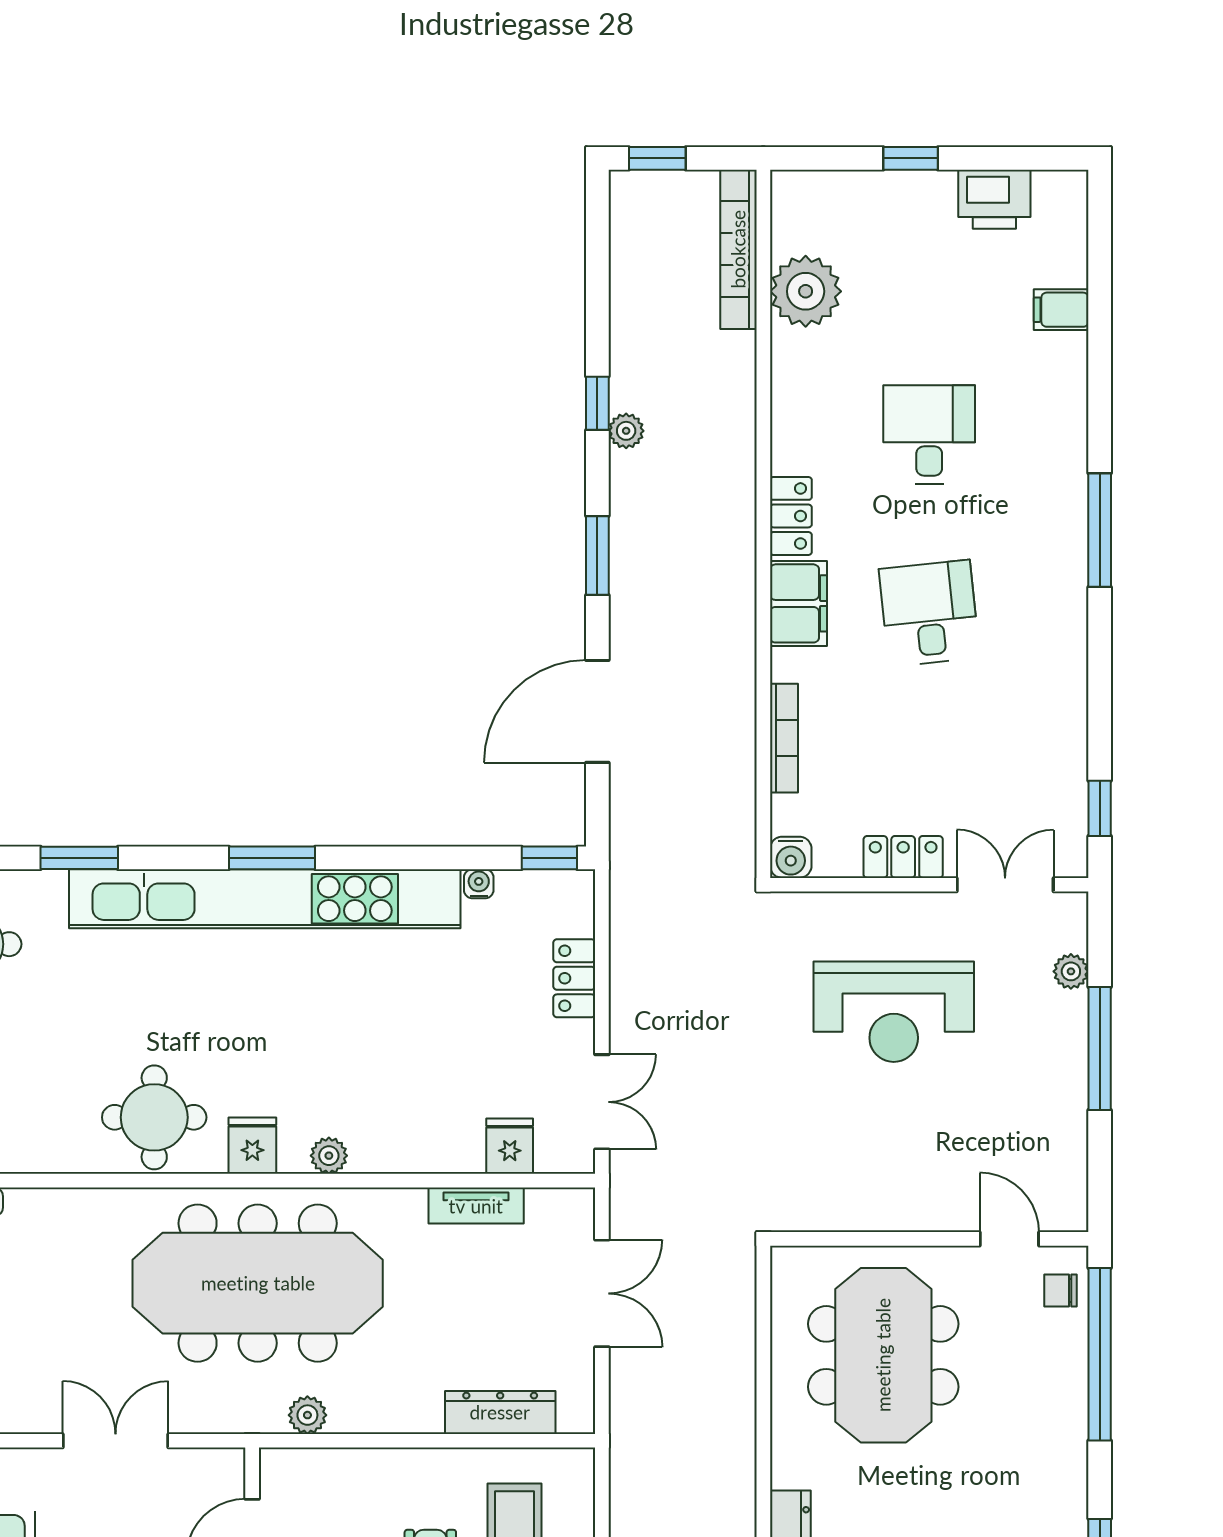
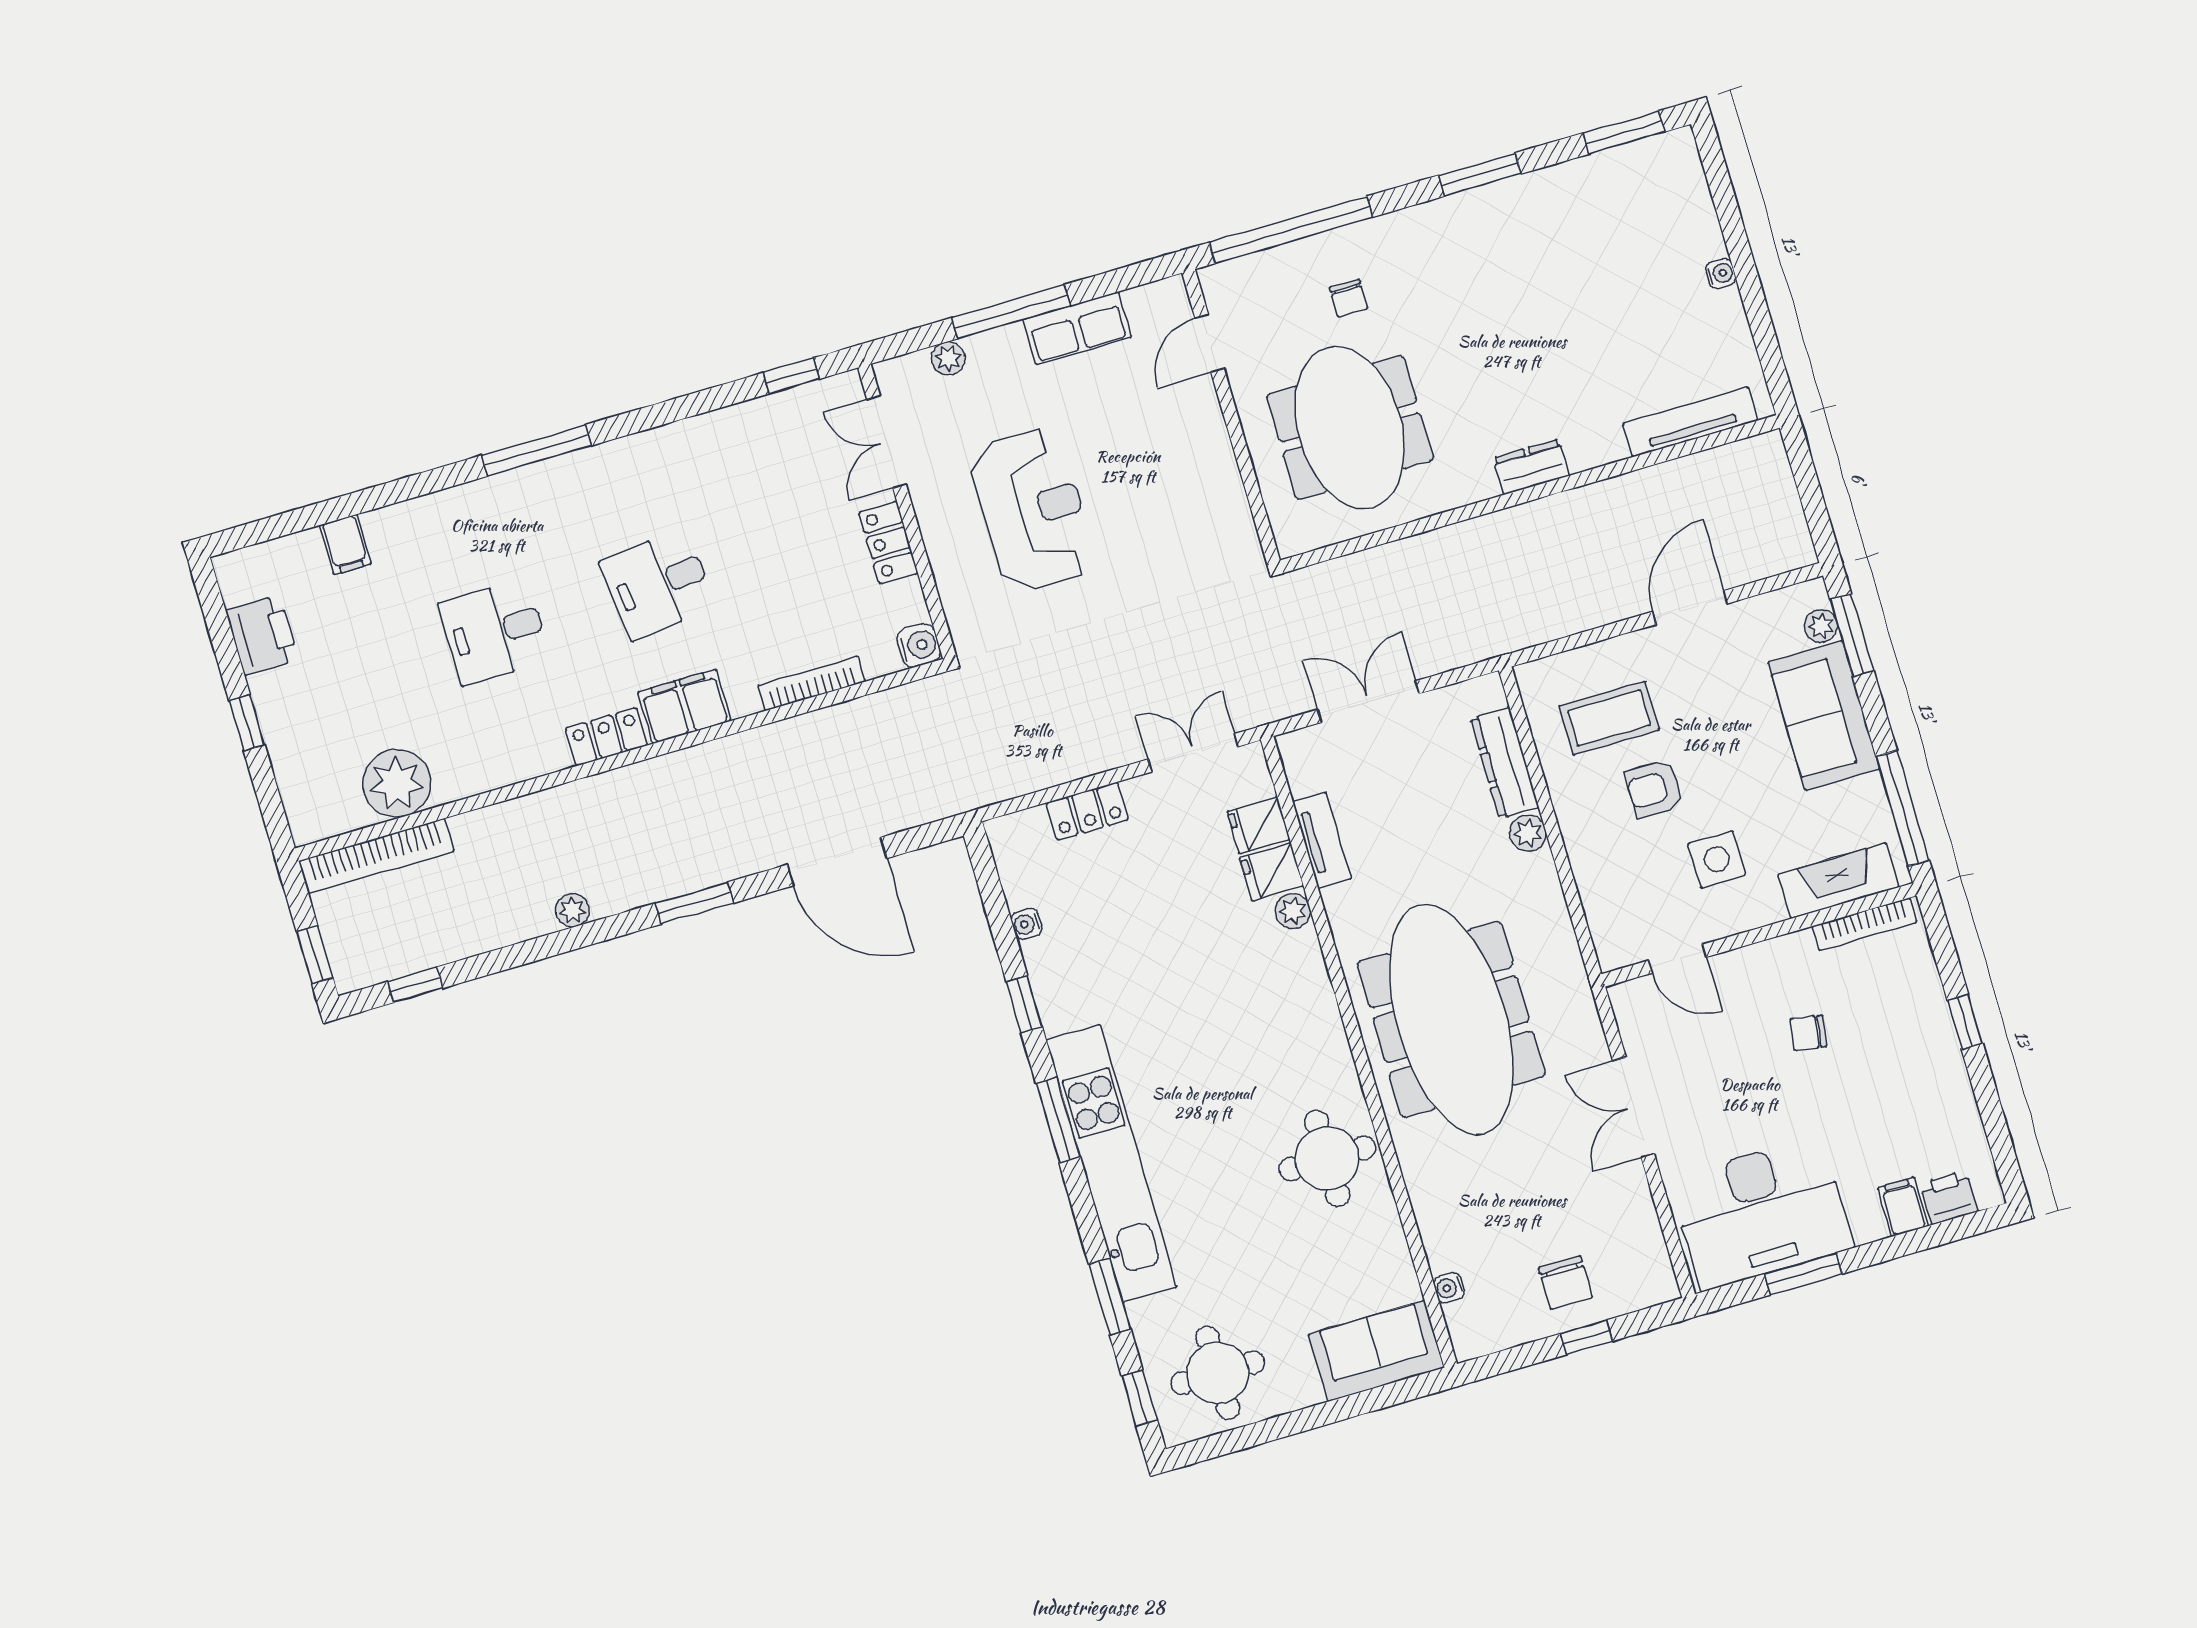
window: (597, 403) -> (415, 985), moved
window: (549, 858) -> (1024, 1004), moved
kitchen unit: (265, 899) -> (1111, 1163), width x0.73
row of seats: (1063, 1110) -> (1077, 328), added
fridge: (252, 1146) -> (1271, 872), moved
plant: (329, 1156) -> (1293, 911), moved
chair: (1060, 1291) -> (1349, 298), moved
meeting table: (883, 1355) -> (1350, 427), turned 90
plant: (307, 1415) -> (1528, 833), moved

